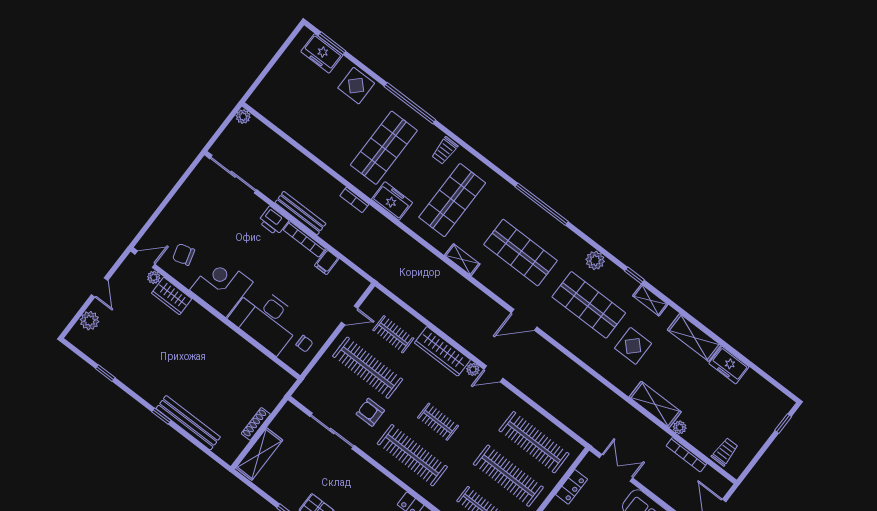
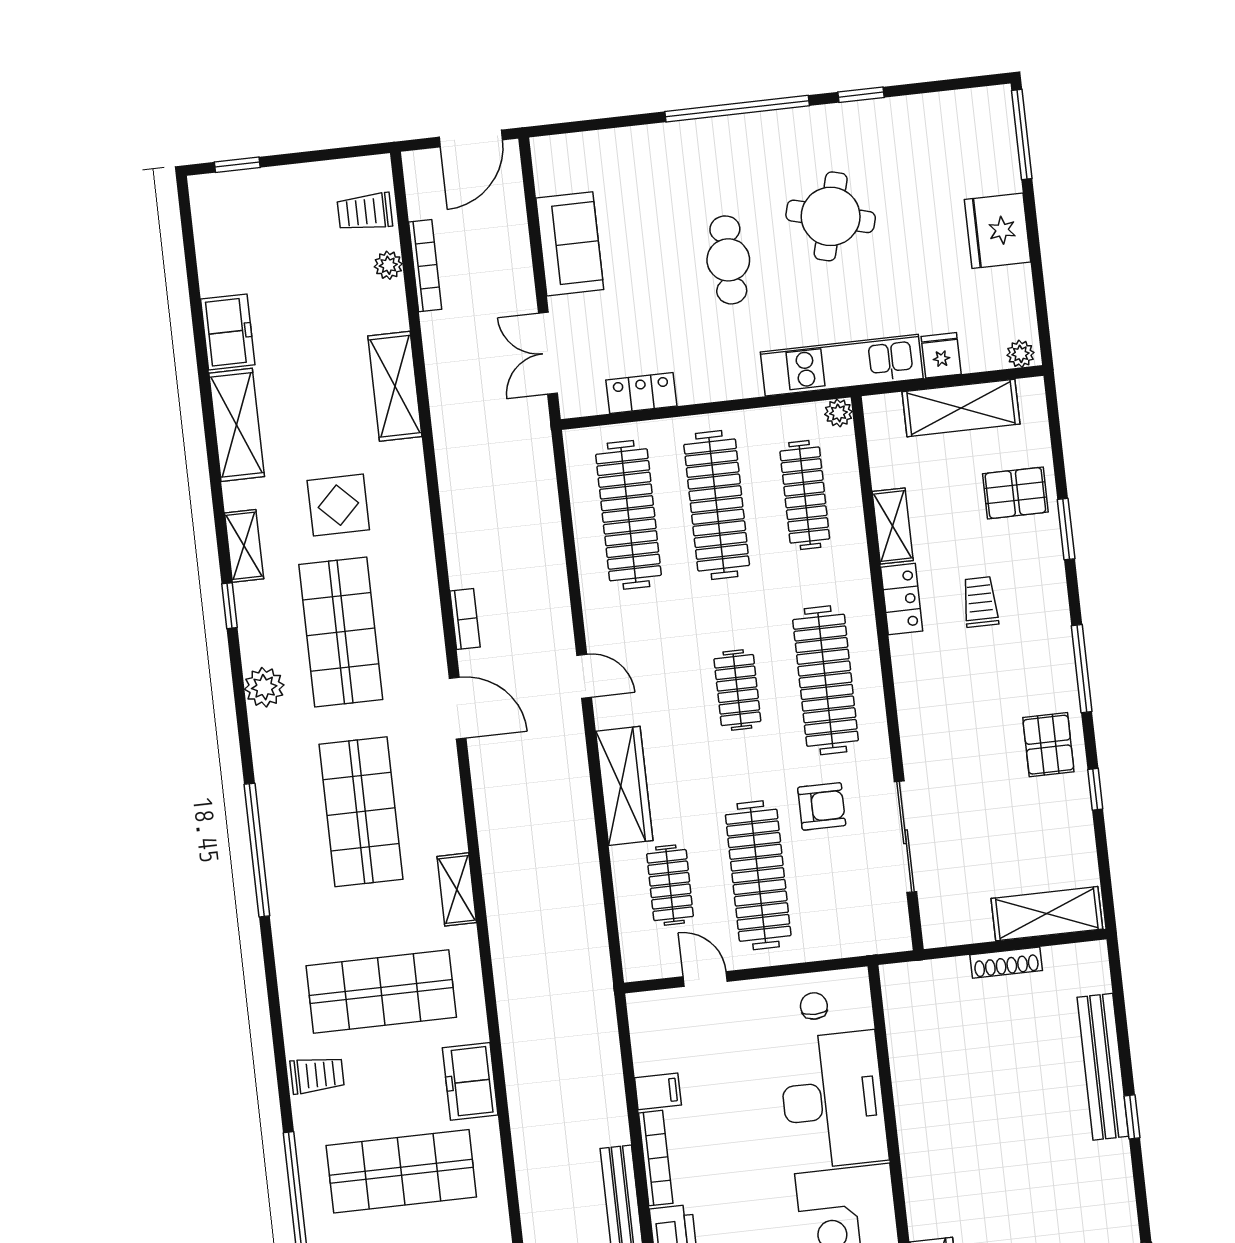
bookcase: (354, 200) -> (465, 619), moved
plant: (473, 369) -> (607, 713), removed
armchair: (370, 412) -> (822, 806), turned -90
plant: (680, 427) -> (388, 265), moved

